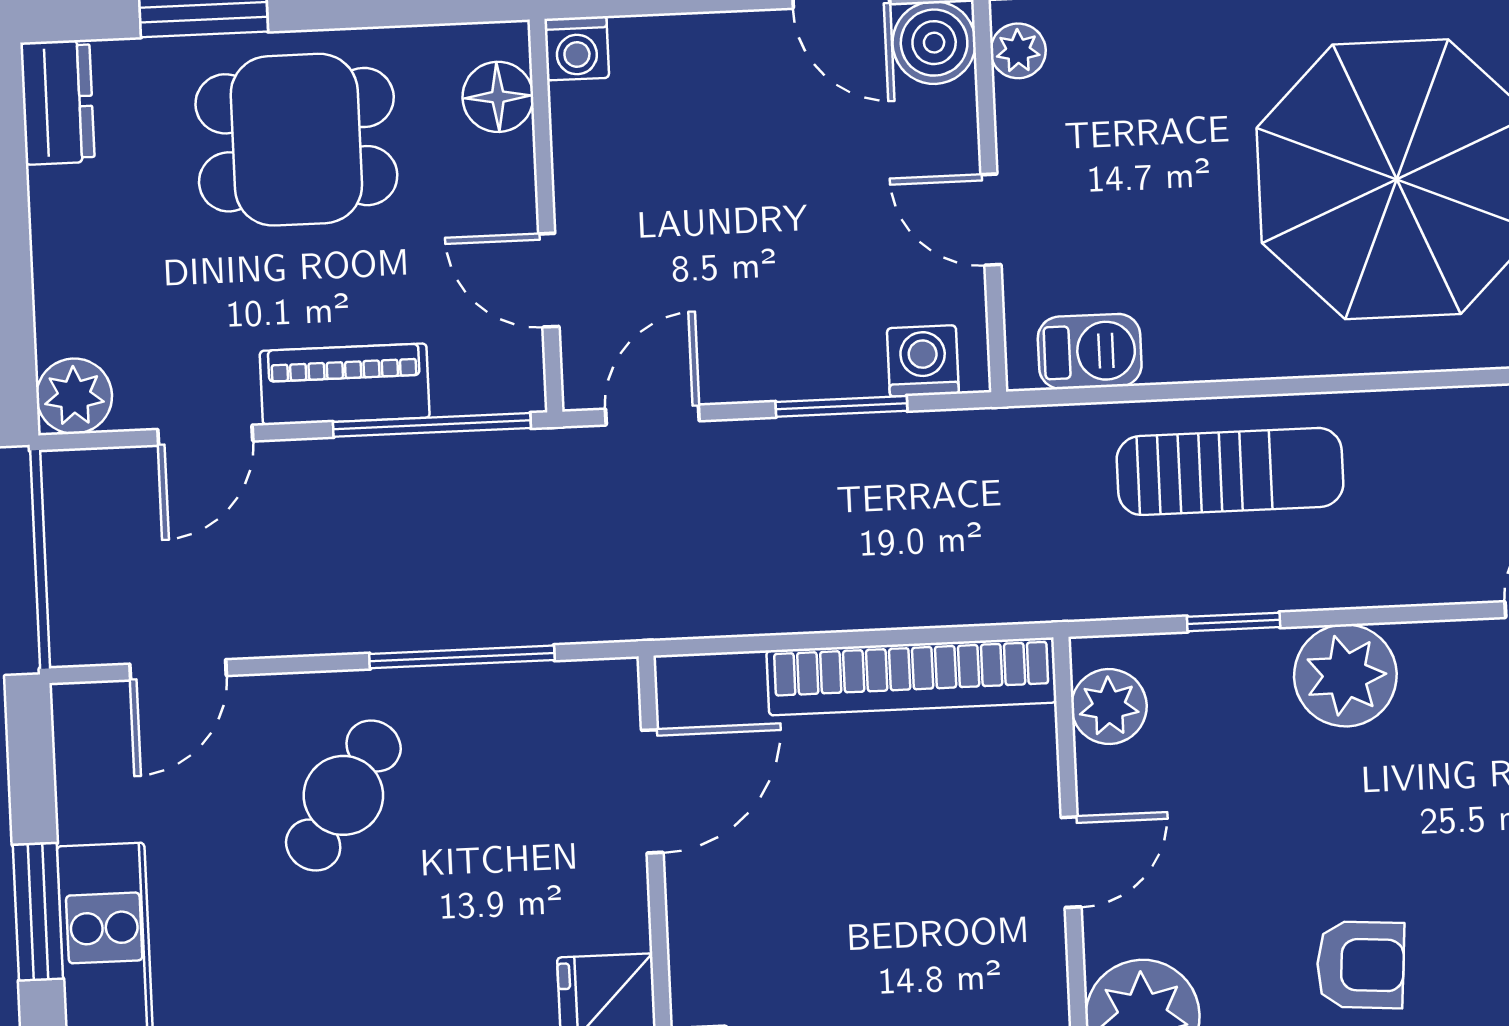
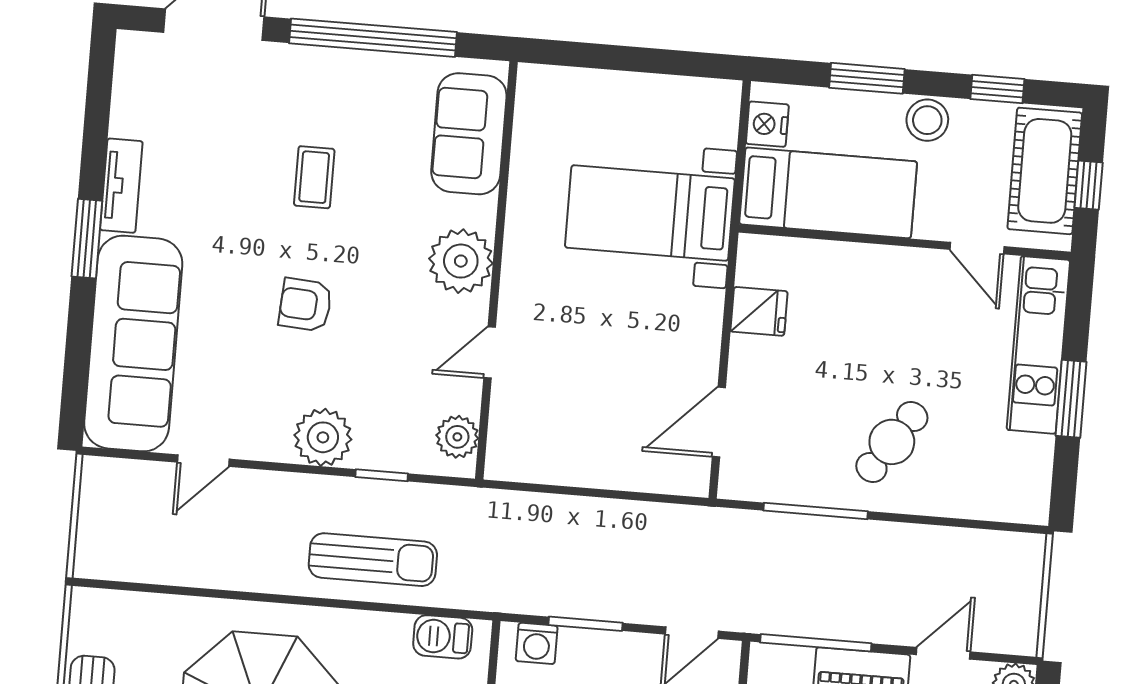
sun lounger: (1230, 471) -> (373, 560), turned 180
door: (178, 670) -> (975, 524), removed
bookcase: (911, 676) -> (566, 468), removed
armchair: (1360, 965) -> (305, 305), moved

